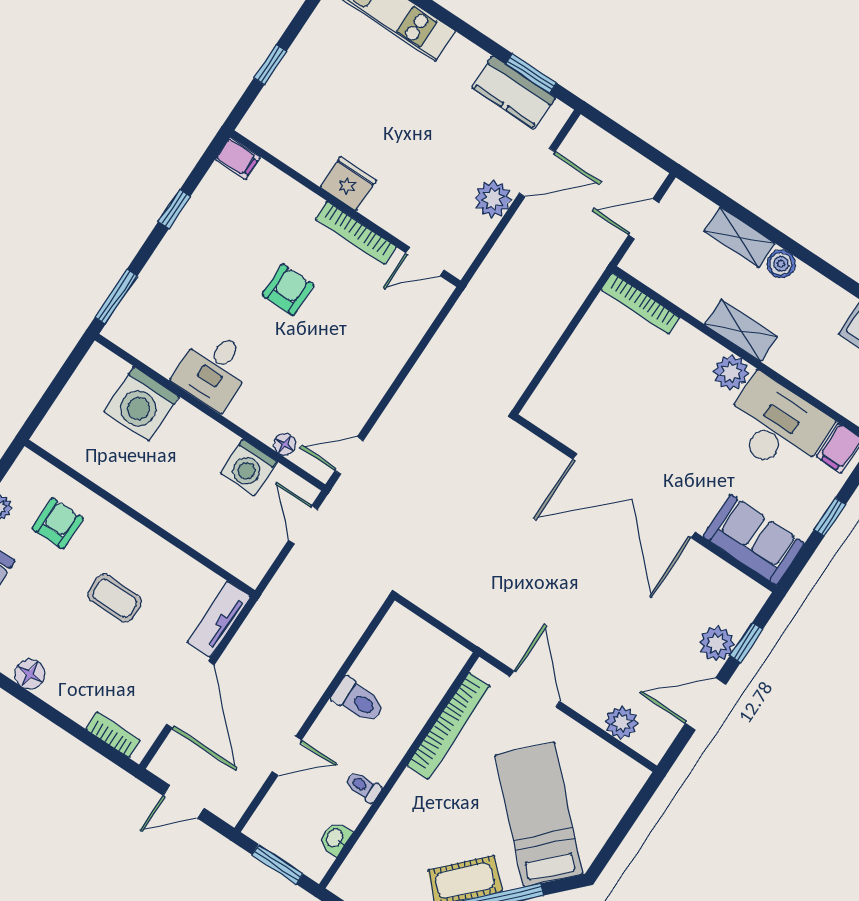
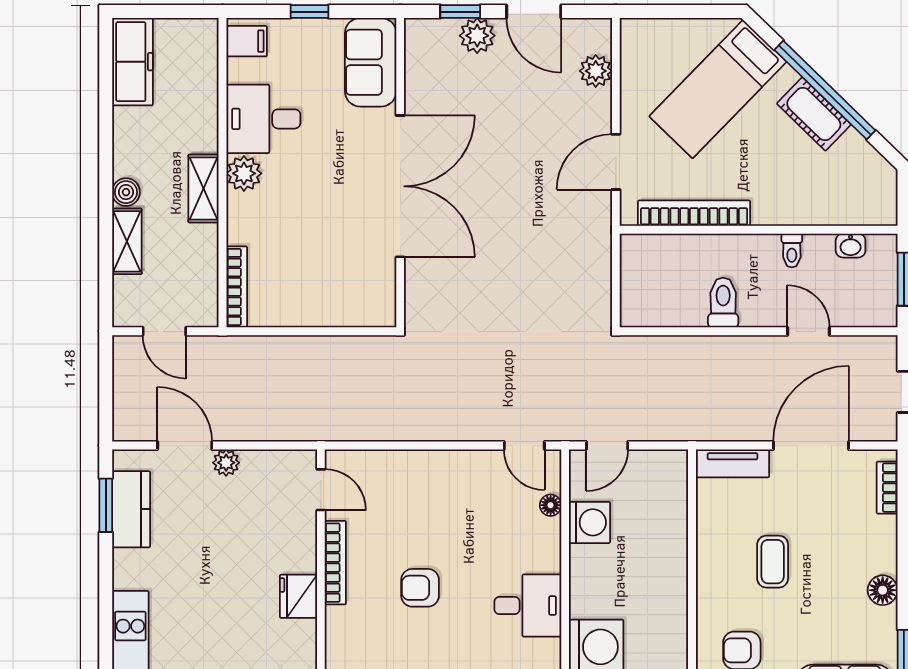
plant: (493, 199) -> (226, 463), width x0.73, depth x0.73
desk: (777, 426) -> (263, 119), width x0.73

